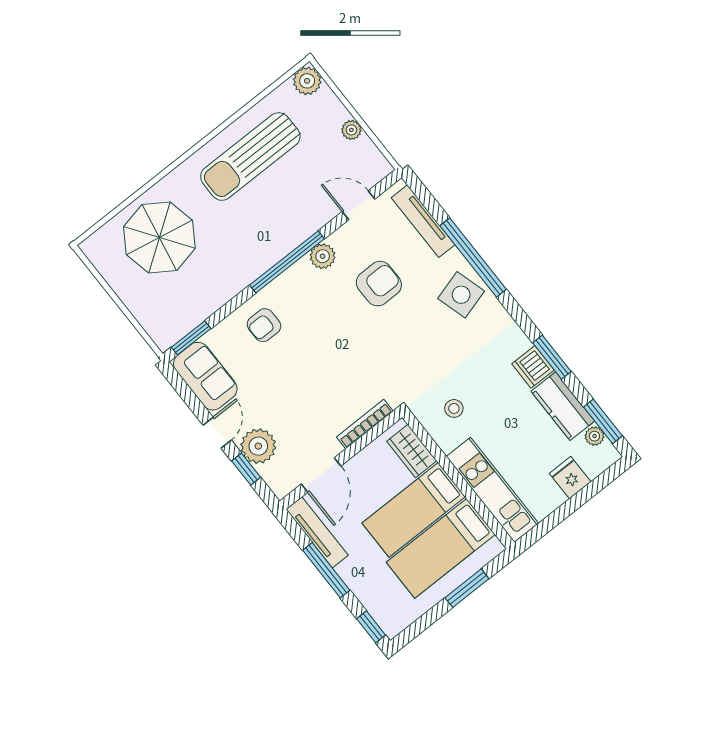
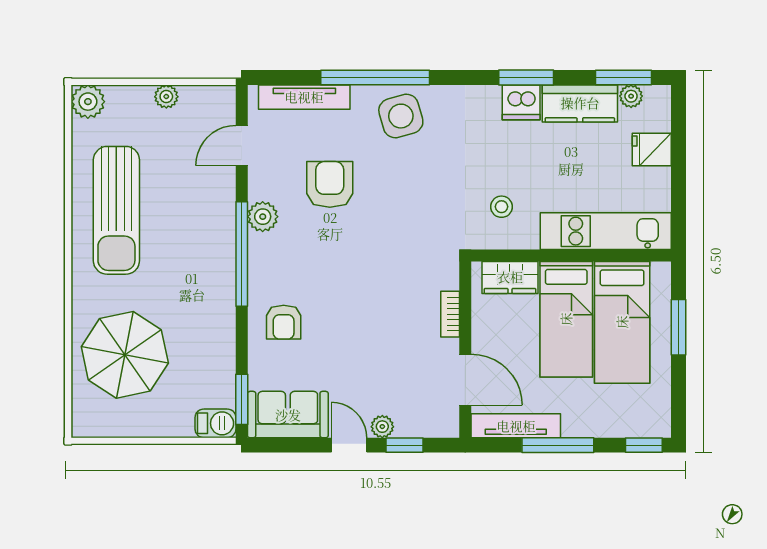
barbecue: (162, 333) -> (216, 423), added
bookcase: (365, 424) -> (450, 314), width x0.64
plant: (258, 446) -> (382, 427), width x0.53, depth x0.53

